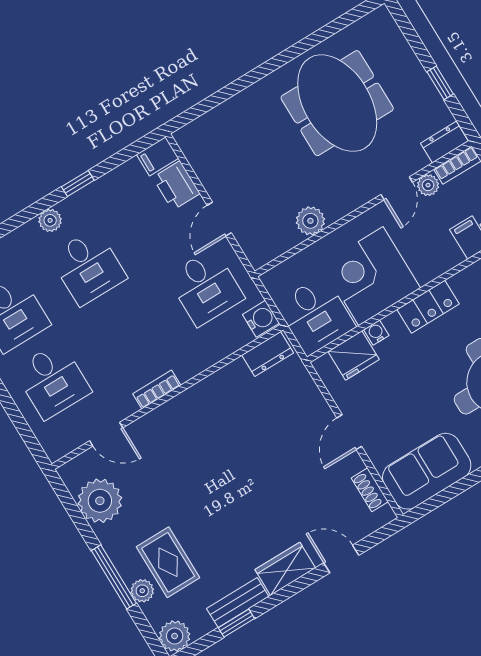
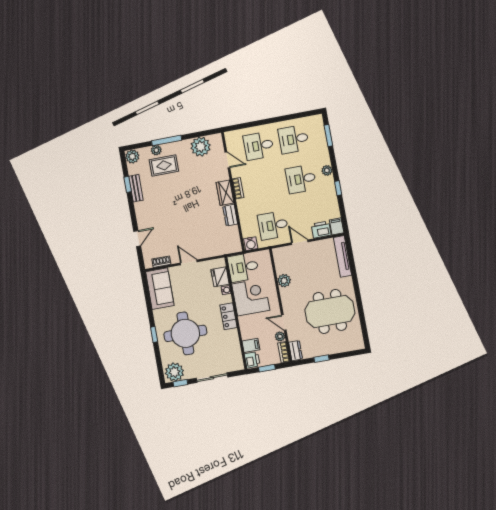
tv unit: (214, 121) -> (342, 256), added
dresser: (268, 354) -> (230, 215), moved
door: (106, 434) -> (227, 160), swing flipped
wardrobe: (285, 569) -> (225, 193), moved, turned 180

